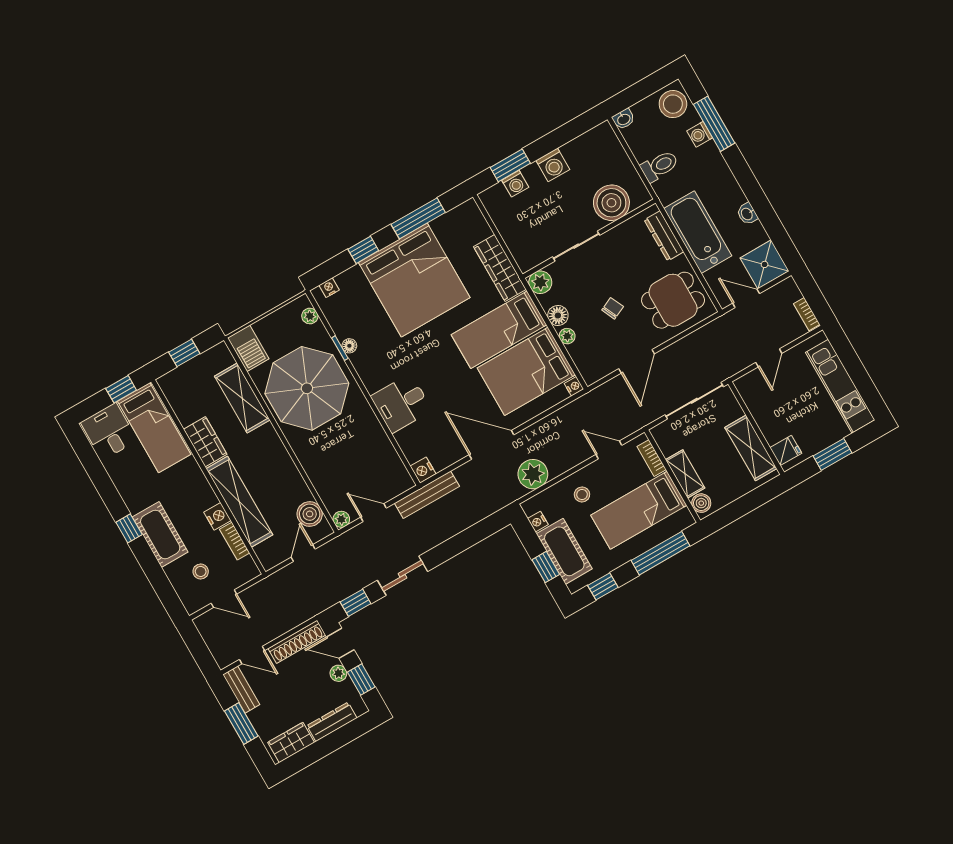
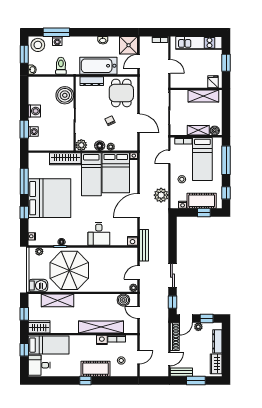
window: (643, 89) -> (24, 54), added
wardrobe: (205, 442) -> (39, 327), moved

